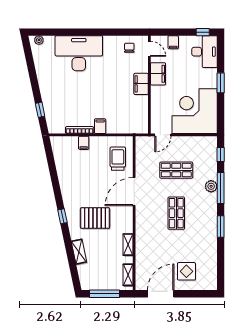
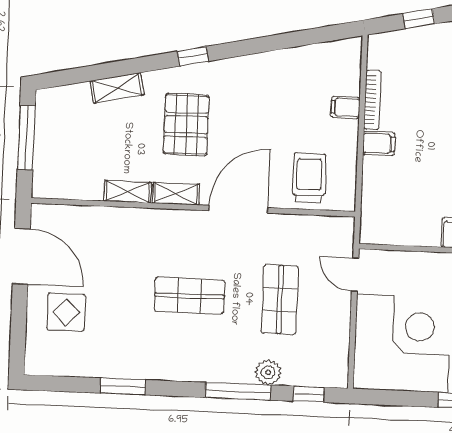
trolley: (118, 159) -> (309, 178), turned -90
plant: (211, 186) -> (268, 372), moved
door: (134, 192) -> (238, 209), hinge flipped
window: (221, 227) -> (123, 386), moved
shelving: (128, 275) -> (176, 194), moved

